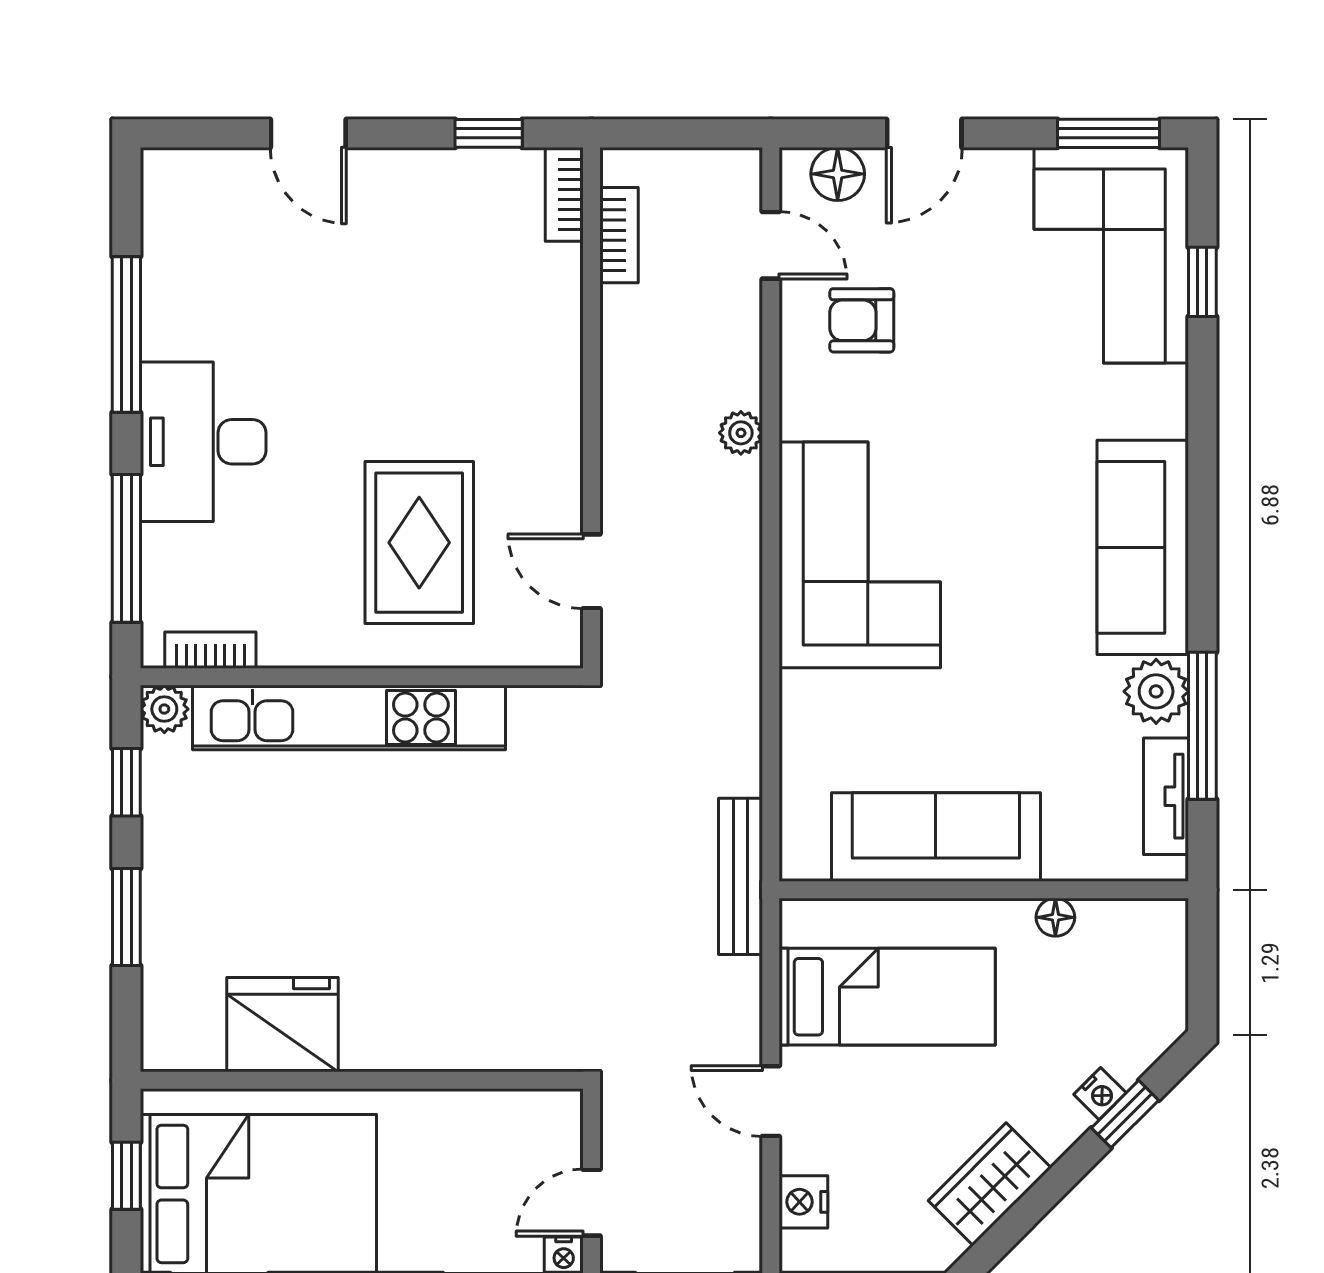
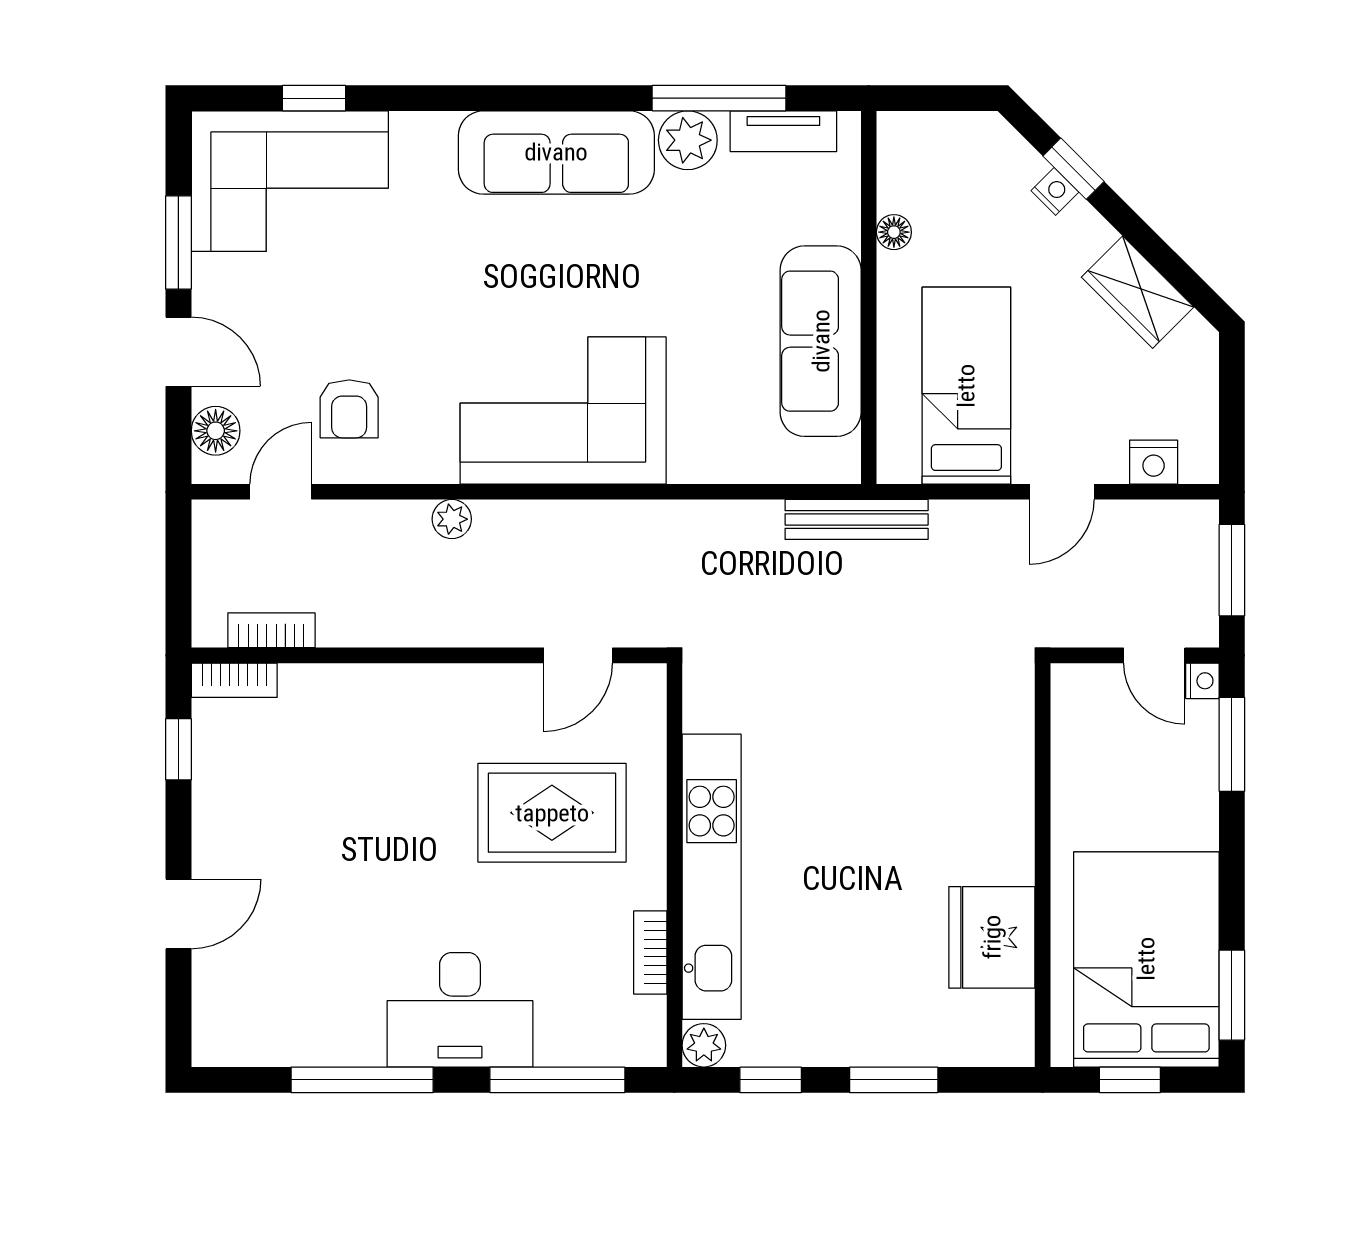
window: (1109, 133) -> (178, 242), moved
bookcase: (210, 650) -> (650, 953), moved

